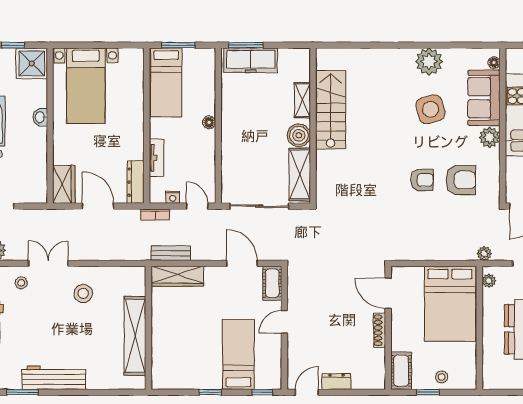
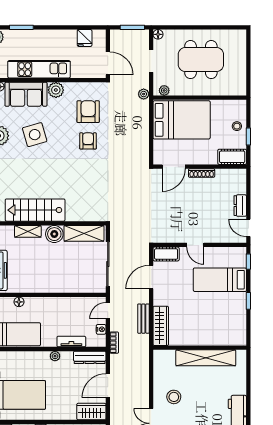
floor lamp: (209, 122) -> (19, 302), moved
plant: (137, 136) -> (55, 356), added
bench: (171, 253) -> (143, 319), moved

